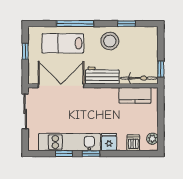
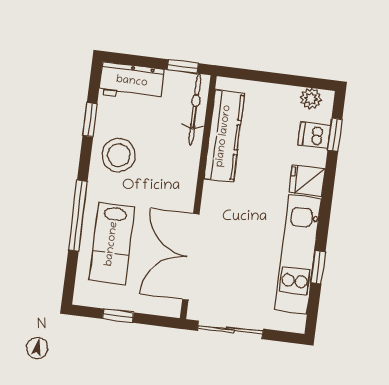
workbench: (102, 76) -> (132, 82), moved, turned -90
kitchen counter: (135, 95) -> (224, 136), width x1.50
window: (91, 154) -> (335, 135), moved

